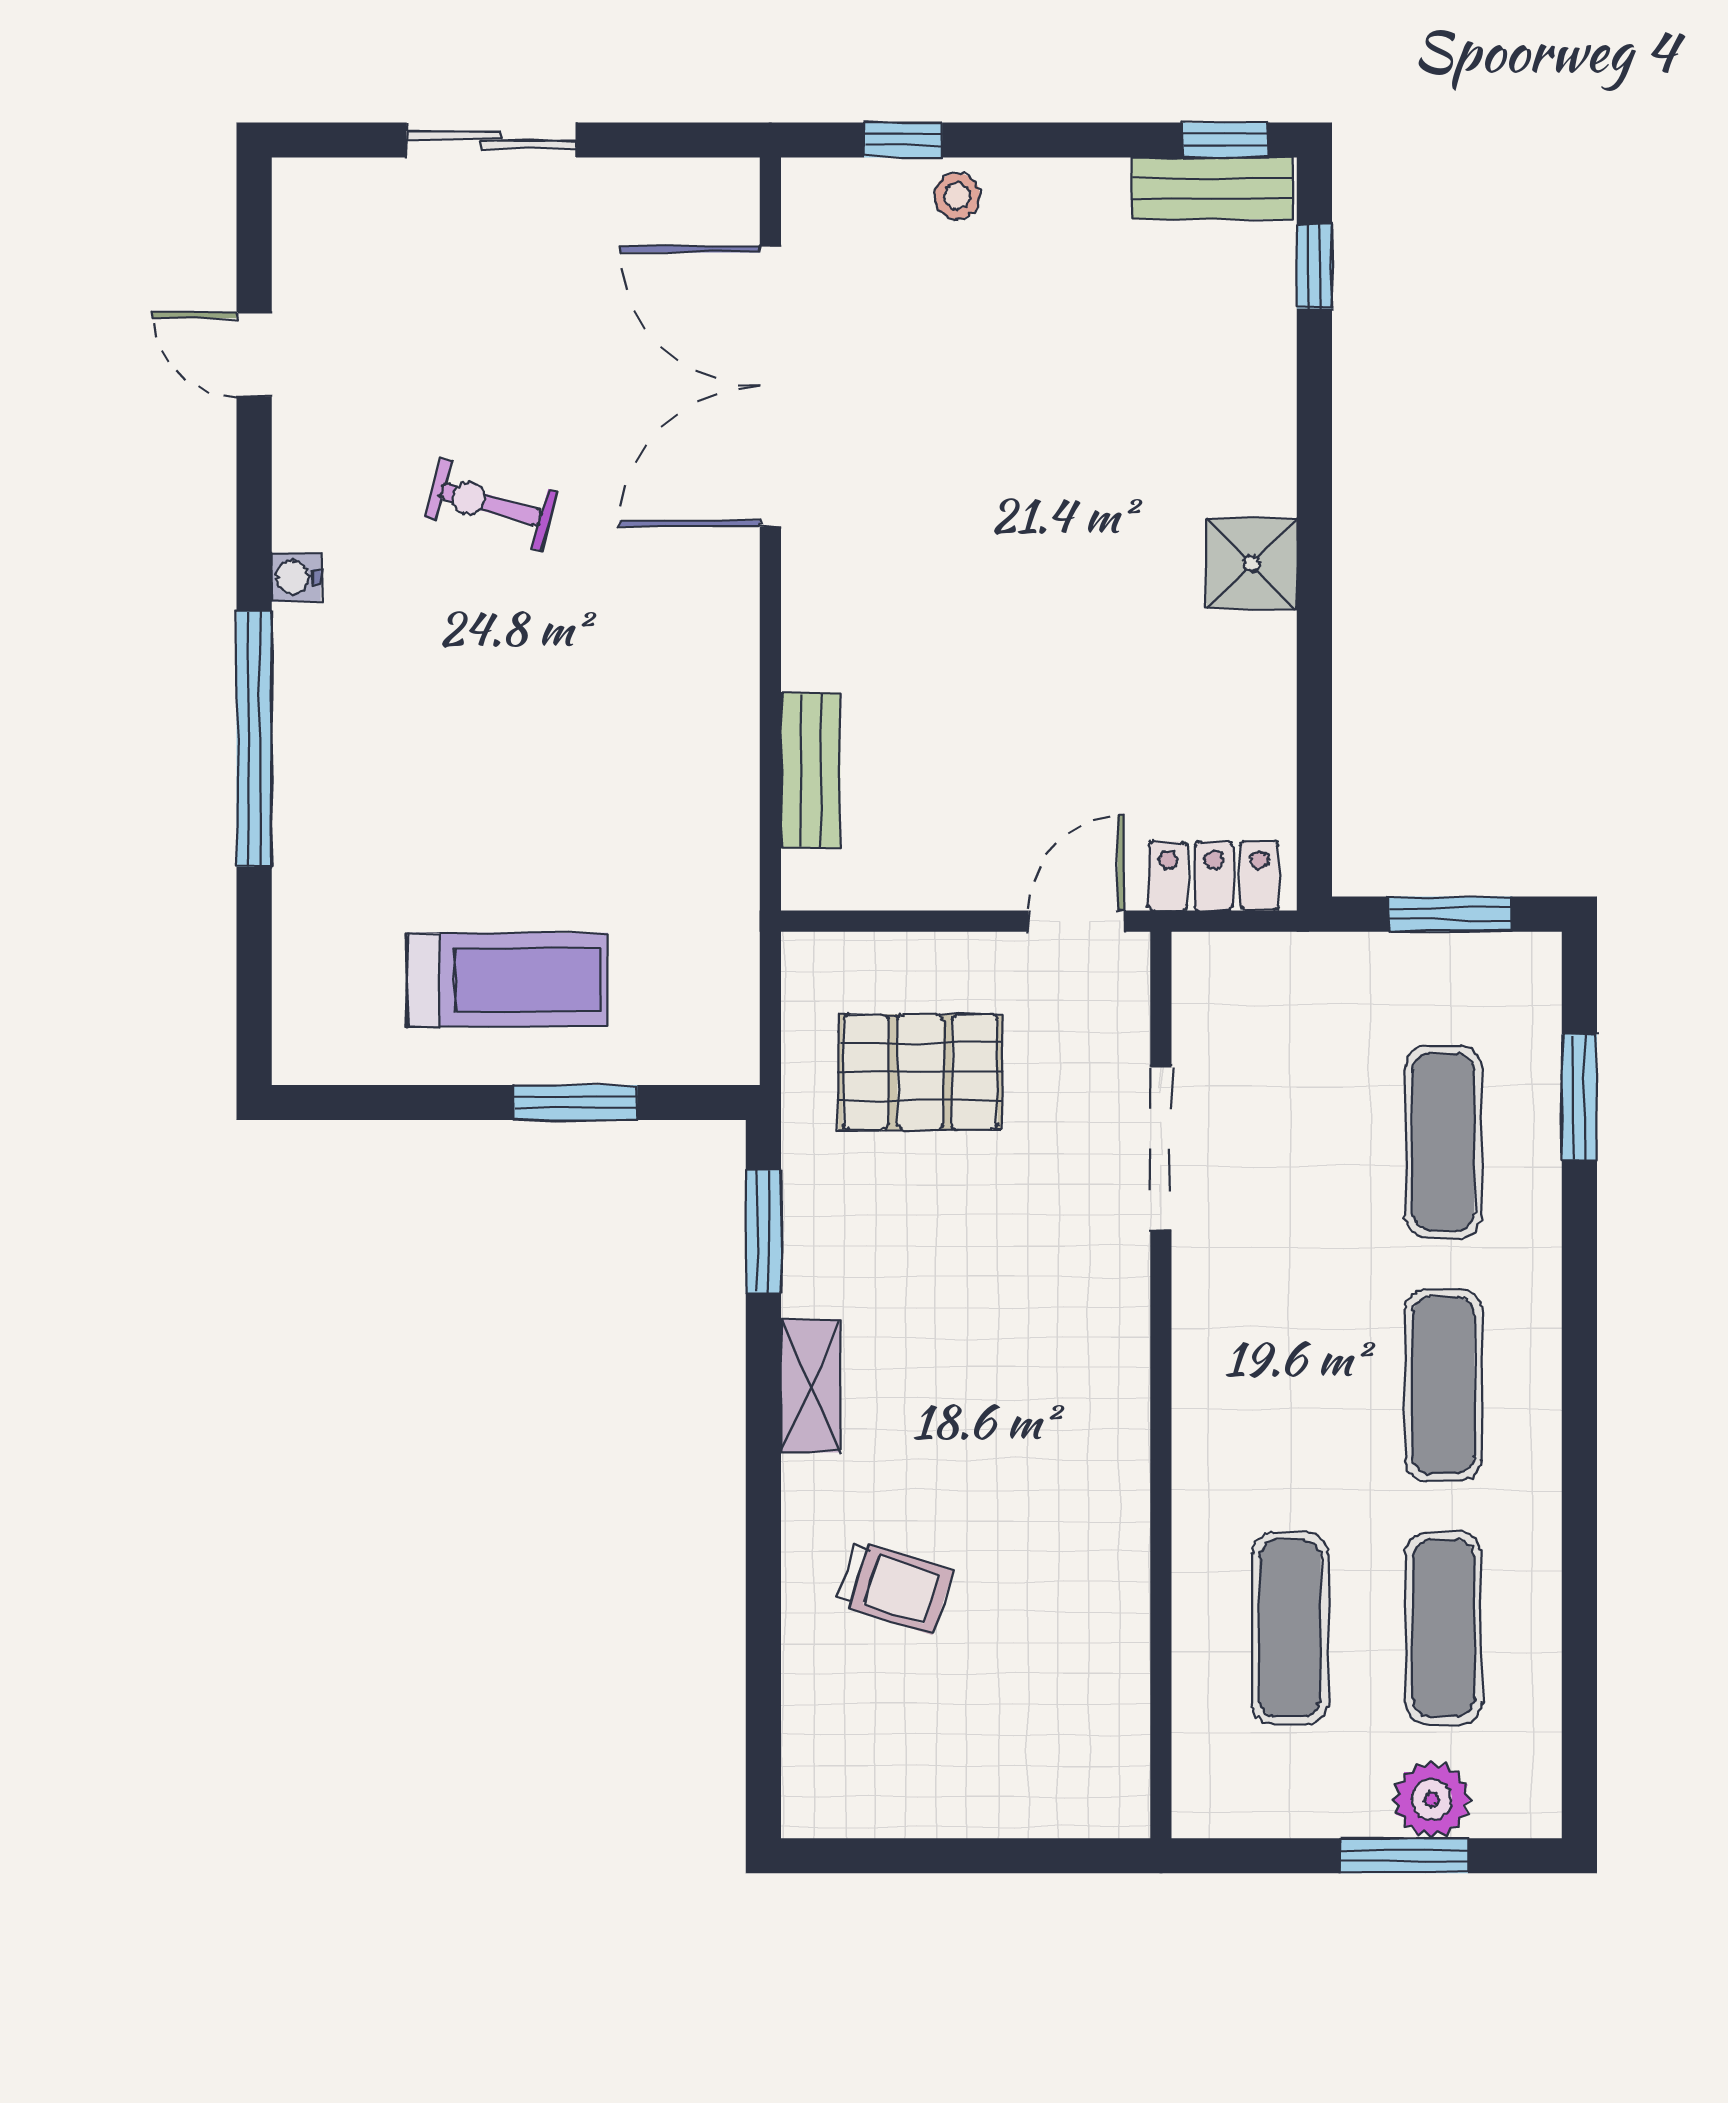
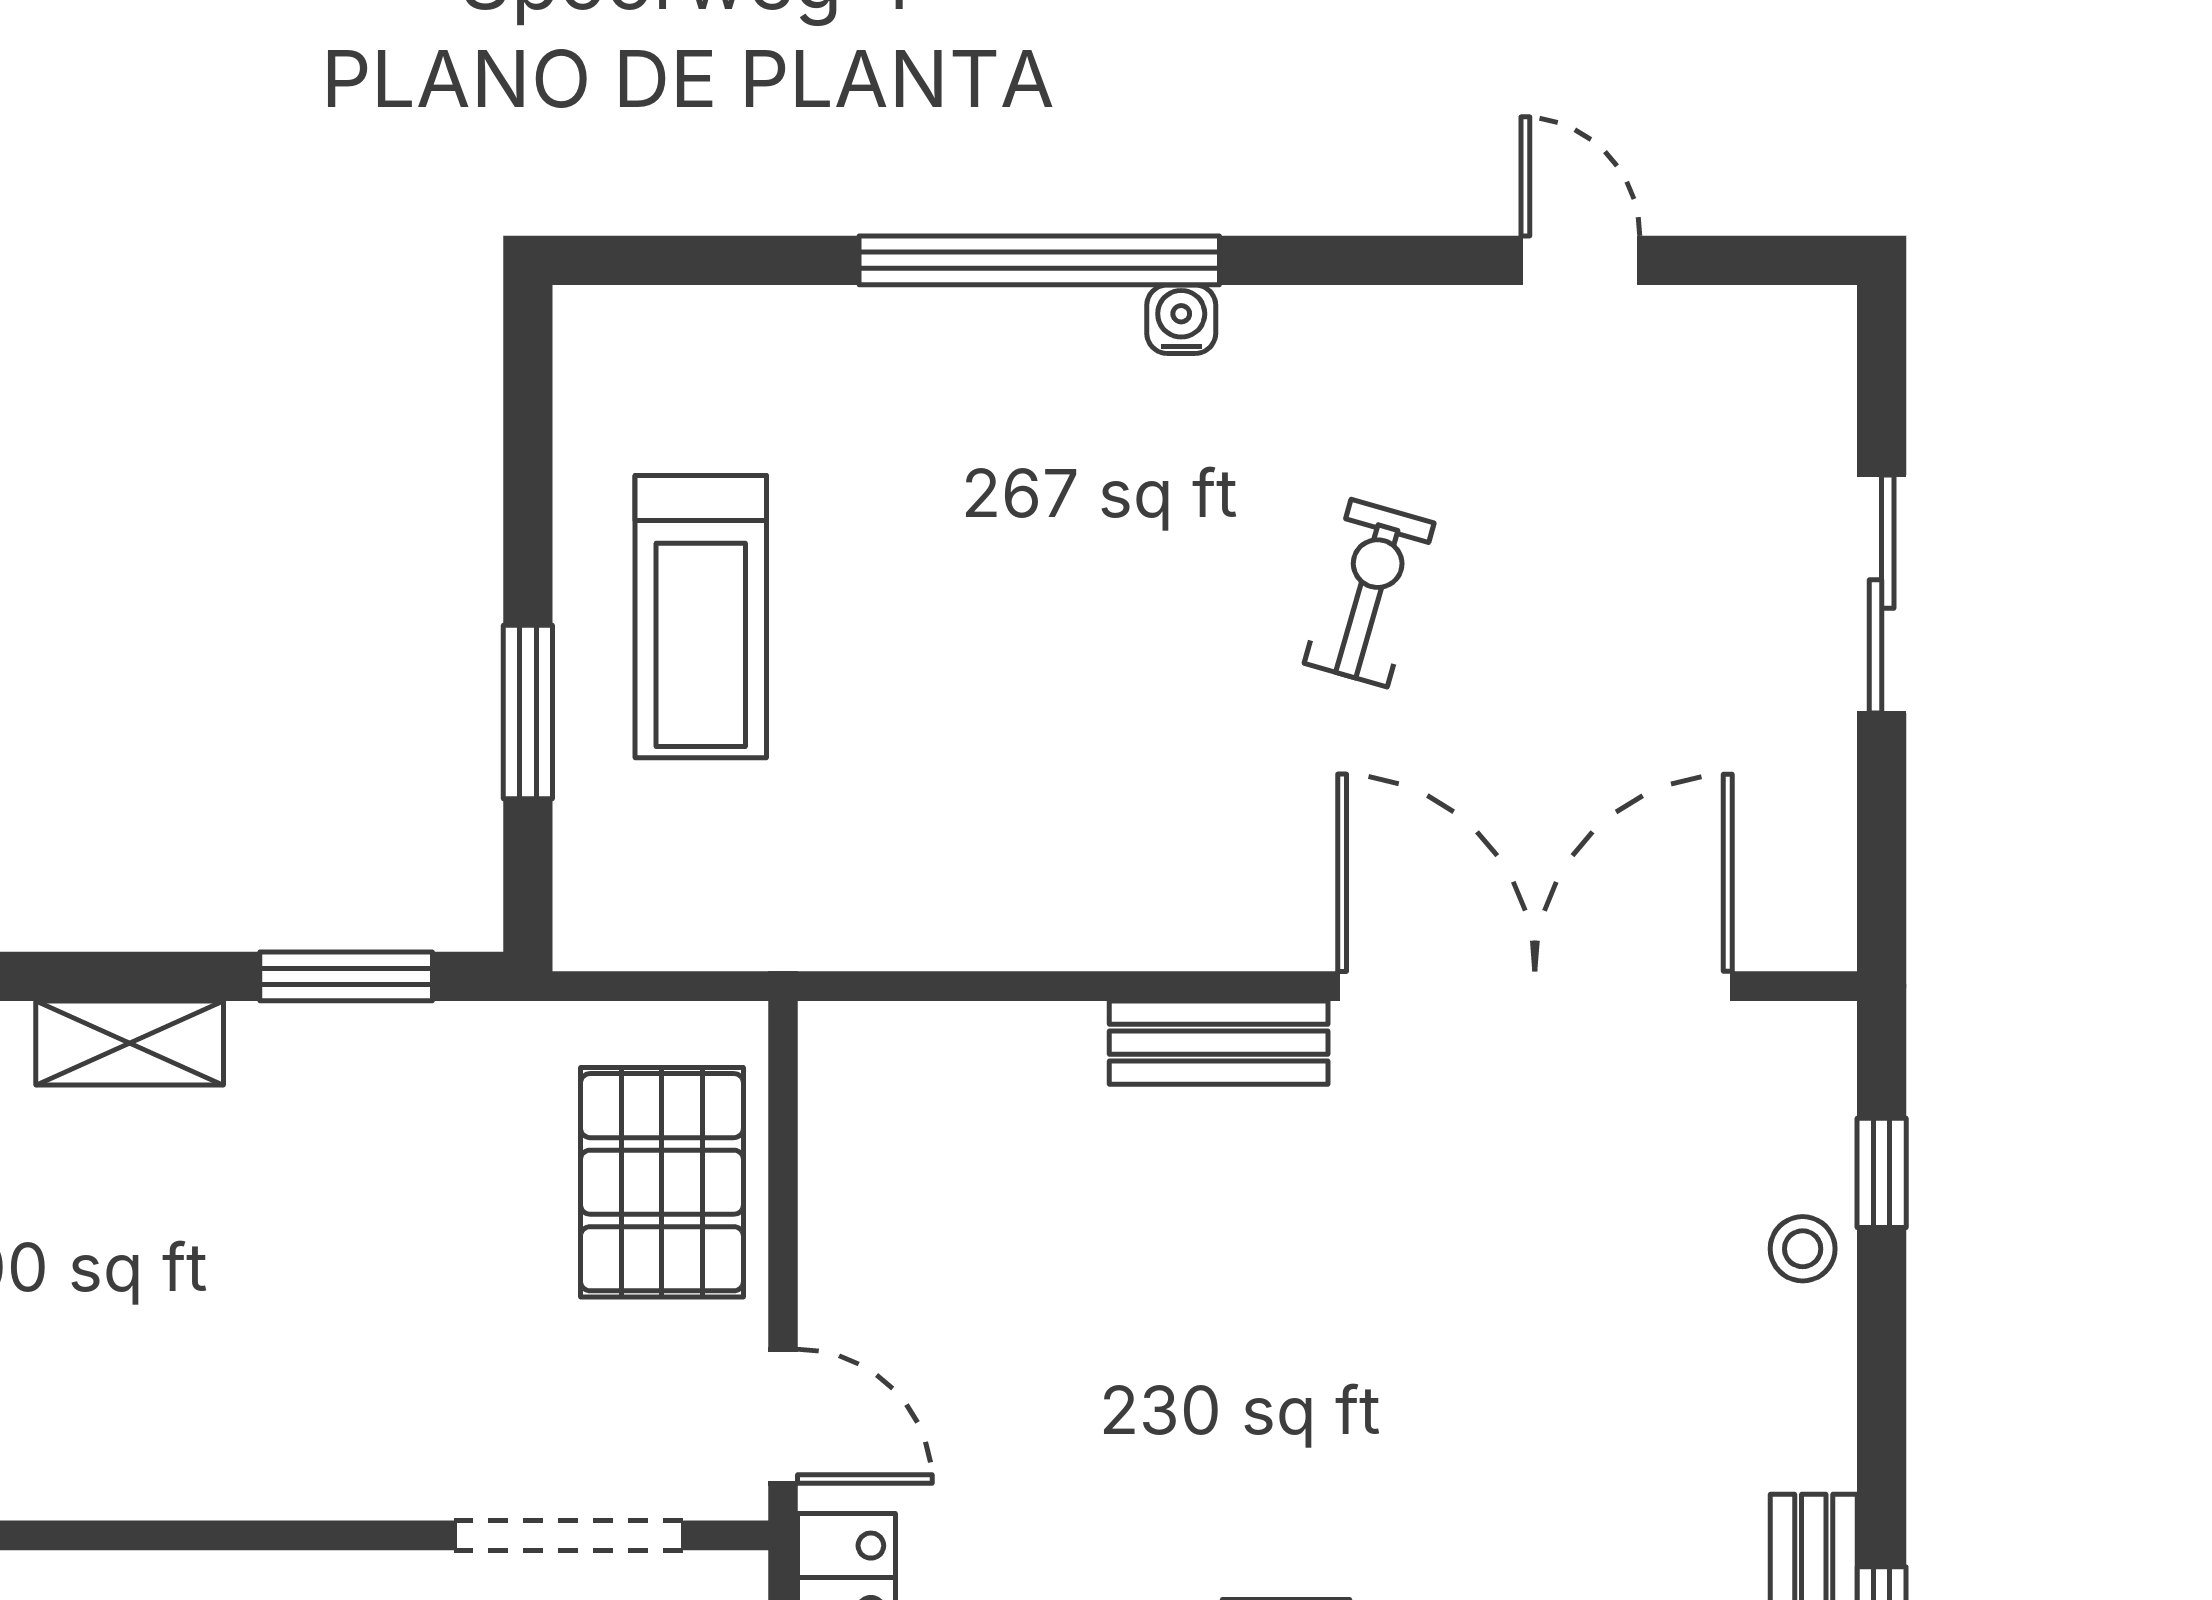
door: (254, 354) -> (1580, 260), hinge flipped
water cooler: (296, 577) -> (1181, 319), moved
bench: (810, 771) -> (1219, 1043), moved
pallet: (920, 1072) -> (662, 1182), moved
doorway: (1161, 1149) -> (569, 1535), moved

